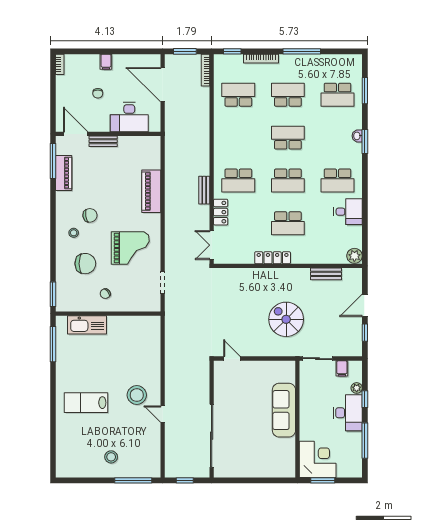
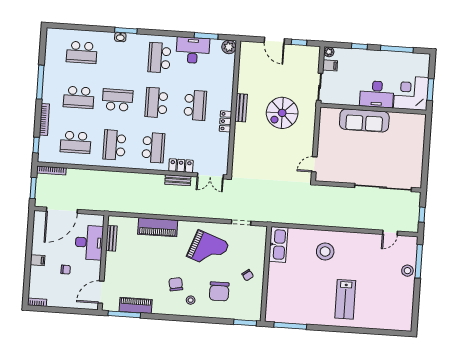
window: (365, 91) -> (206, 36), moved
school desk: (238, 95) -> (76, 142), turned -90
school desk: (288, 95) -> (79, 97), turned -90
school desk: (337, 95) -> (82, 52), turned 90
school desk: (238, 138) -> (114, 145), added
school desk: (288, 138) -> (118, 100), turned 90
bench: (103, 141) -> (111, 238), moved
school desk: (288, 180) -> (156, 103), turned 180
school desk: (337, 180) -> (159, 58), turned 180
bench: (204, 190) -> (178, 180), moved
desk: (348, 212) -> (193, 50), width x1.37
grand piano: (130, 248) -> (208, 250), turned 110
locker: (273, 258) -> (226, 121), width x0.66
chair: (85, 264) -> (219, 291), turned 180
bench: (326, 274) -> (241, 108), moved
kitchen sink: (87, 325) -> (278, 244), moved
plant: (357, 388) -> (329, 52), moved
stool: (137, 395) -> (325, 252), moved
desk: (348, 413) -> (377, 94), moved, turned 180
door: (163, 414) -> (390, 233), moved
stool: (111, 457) -> (407, 271), moved

